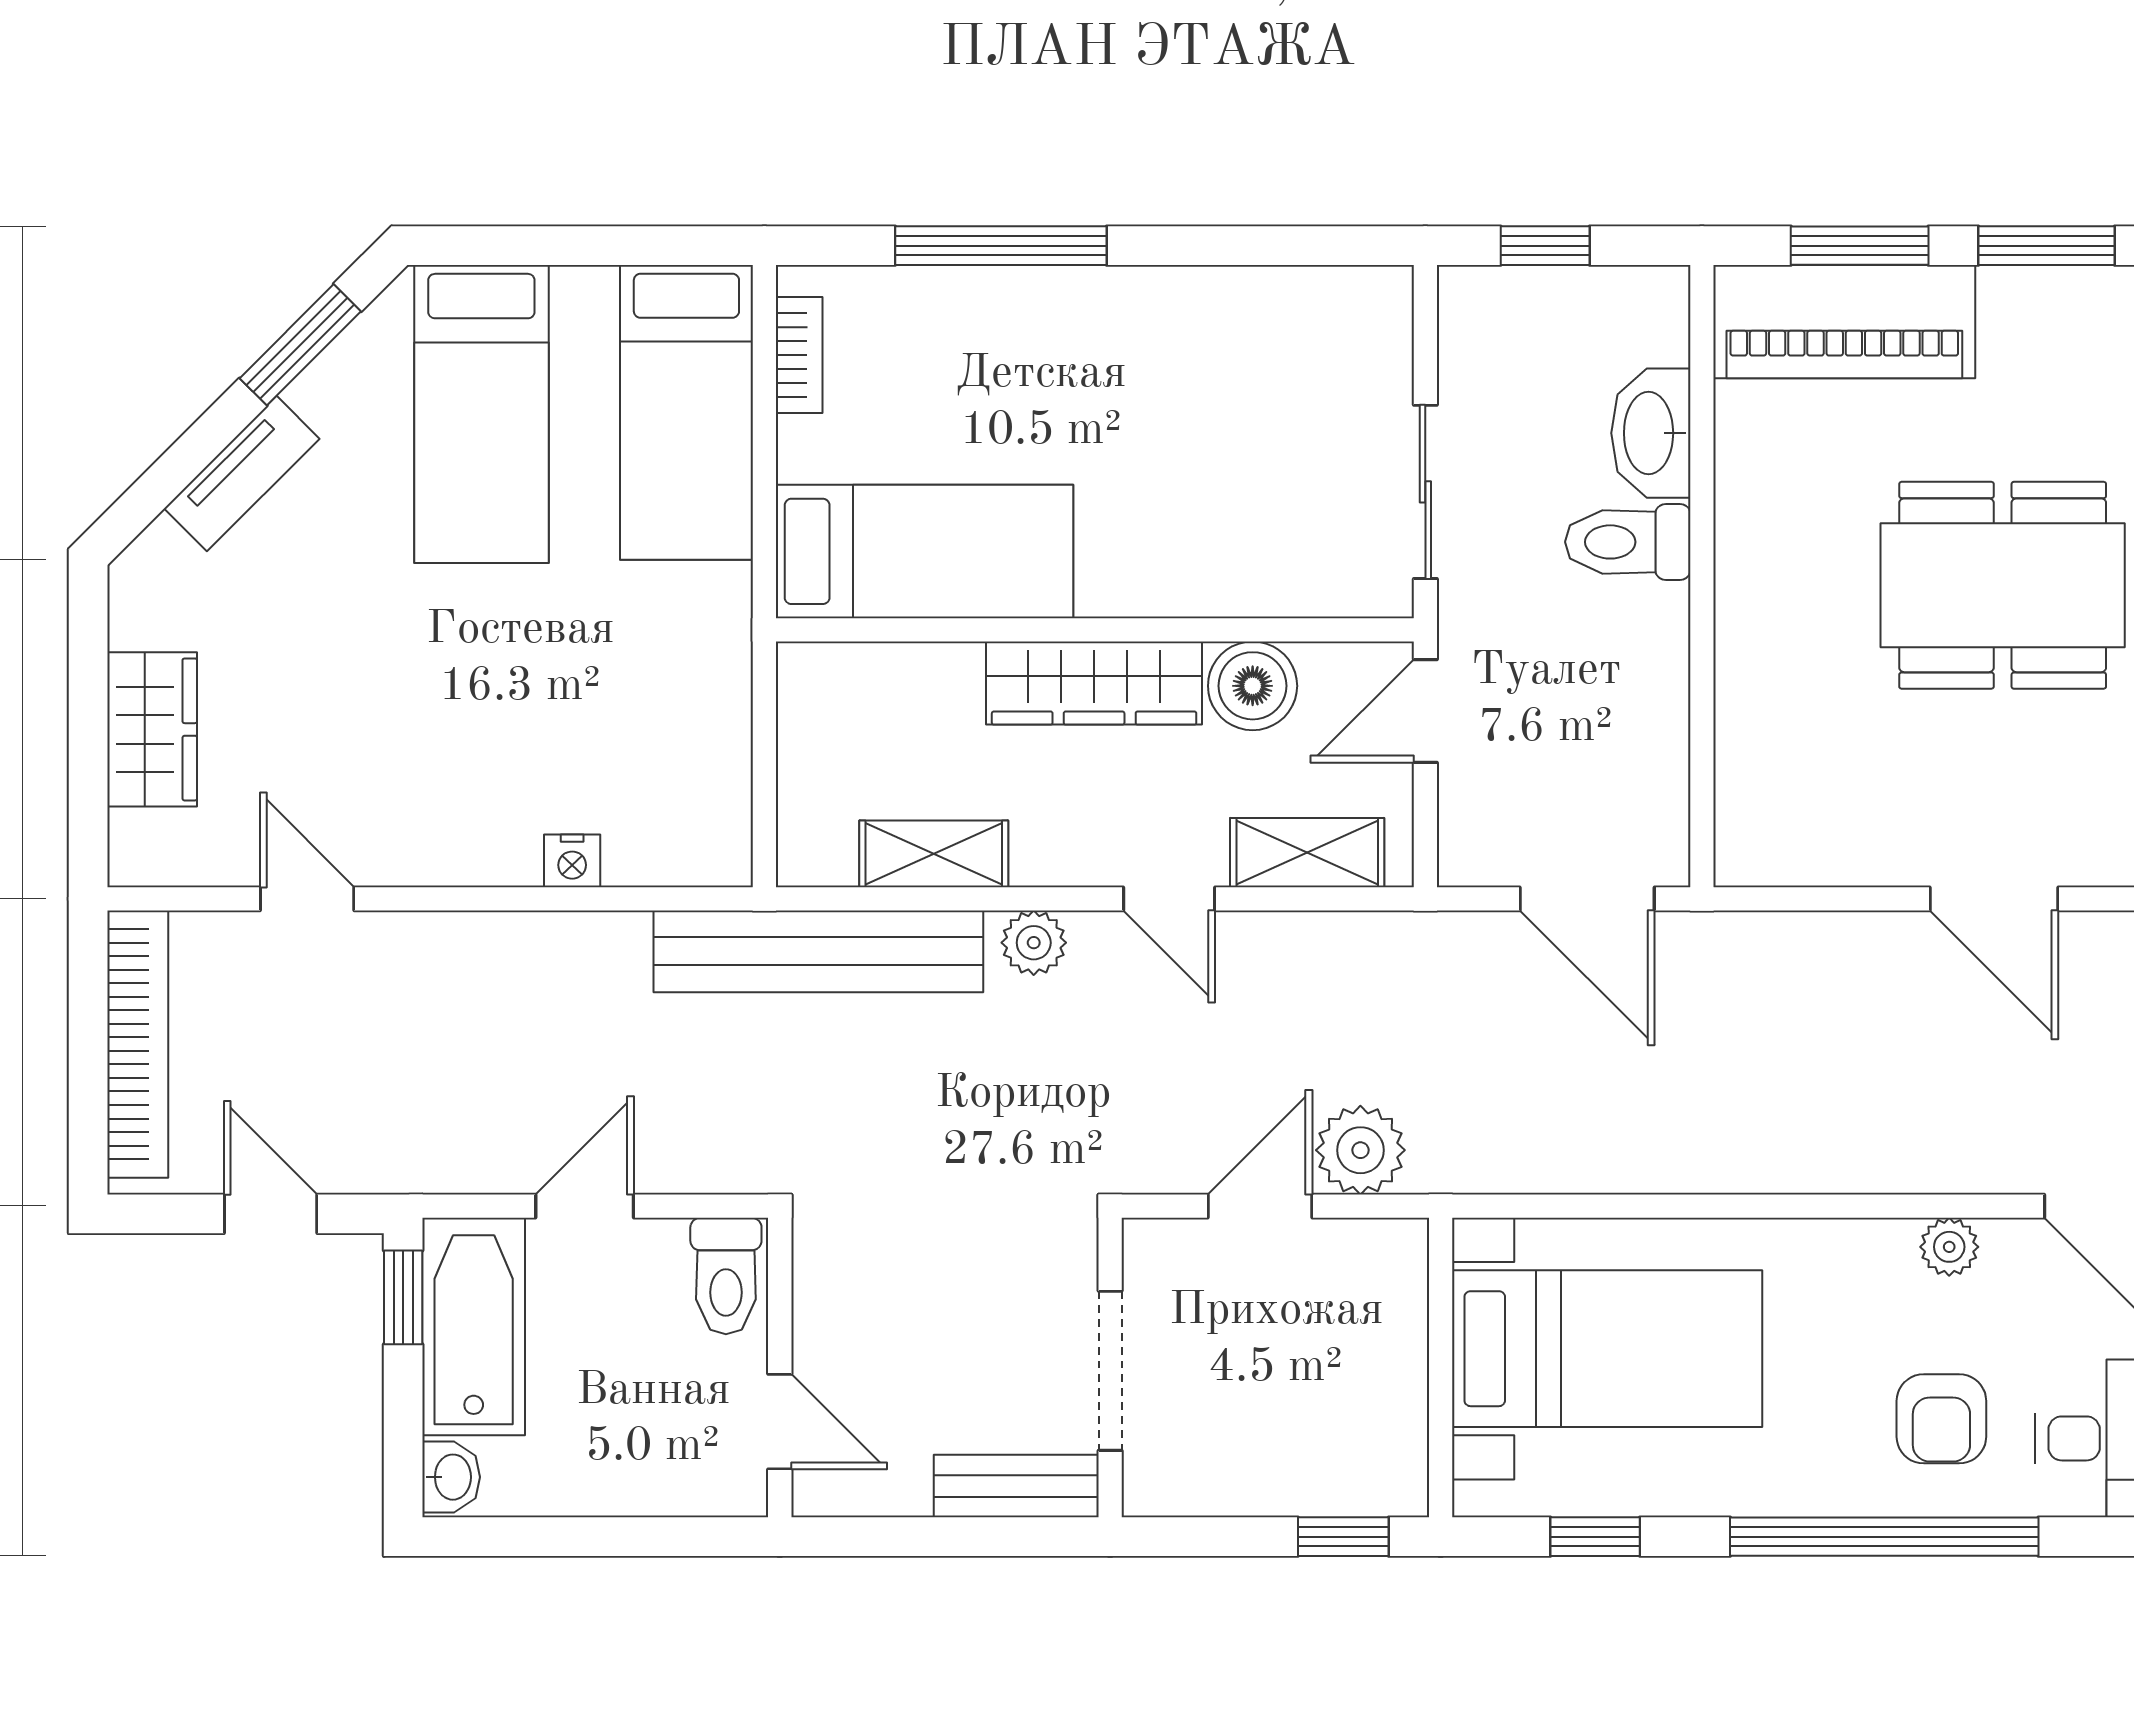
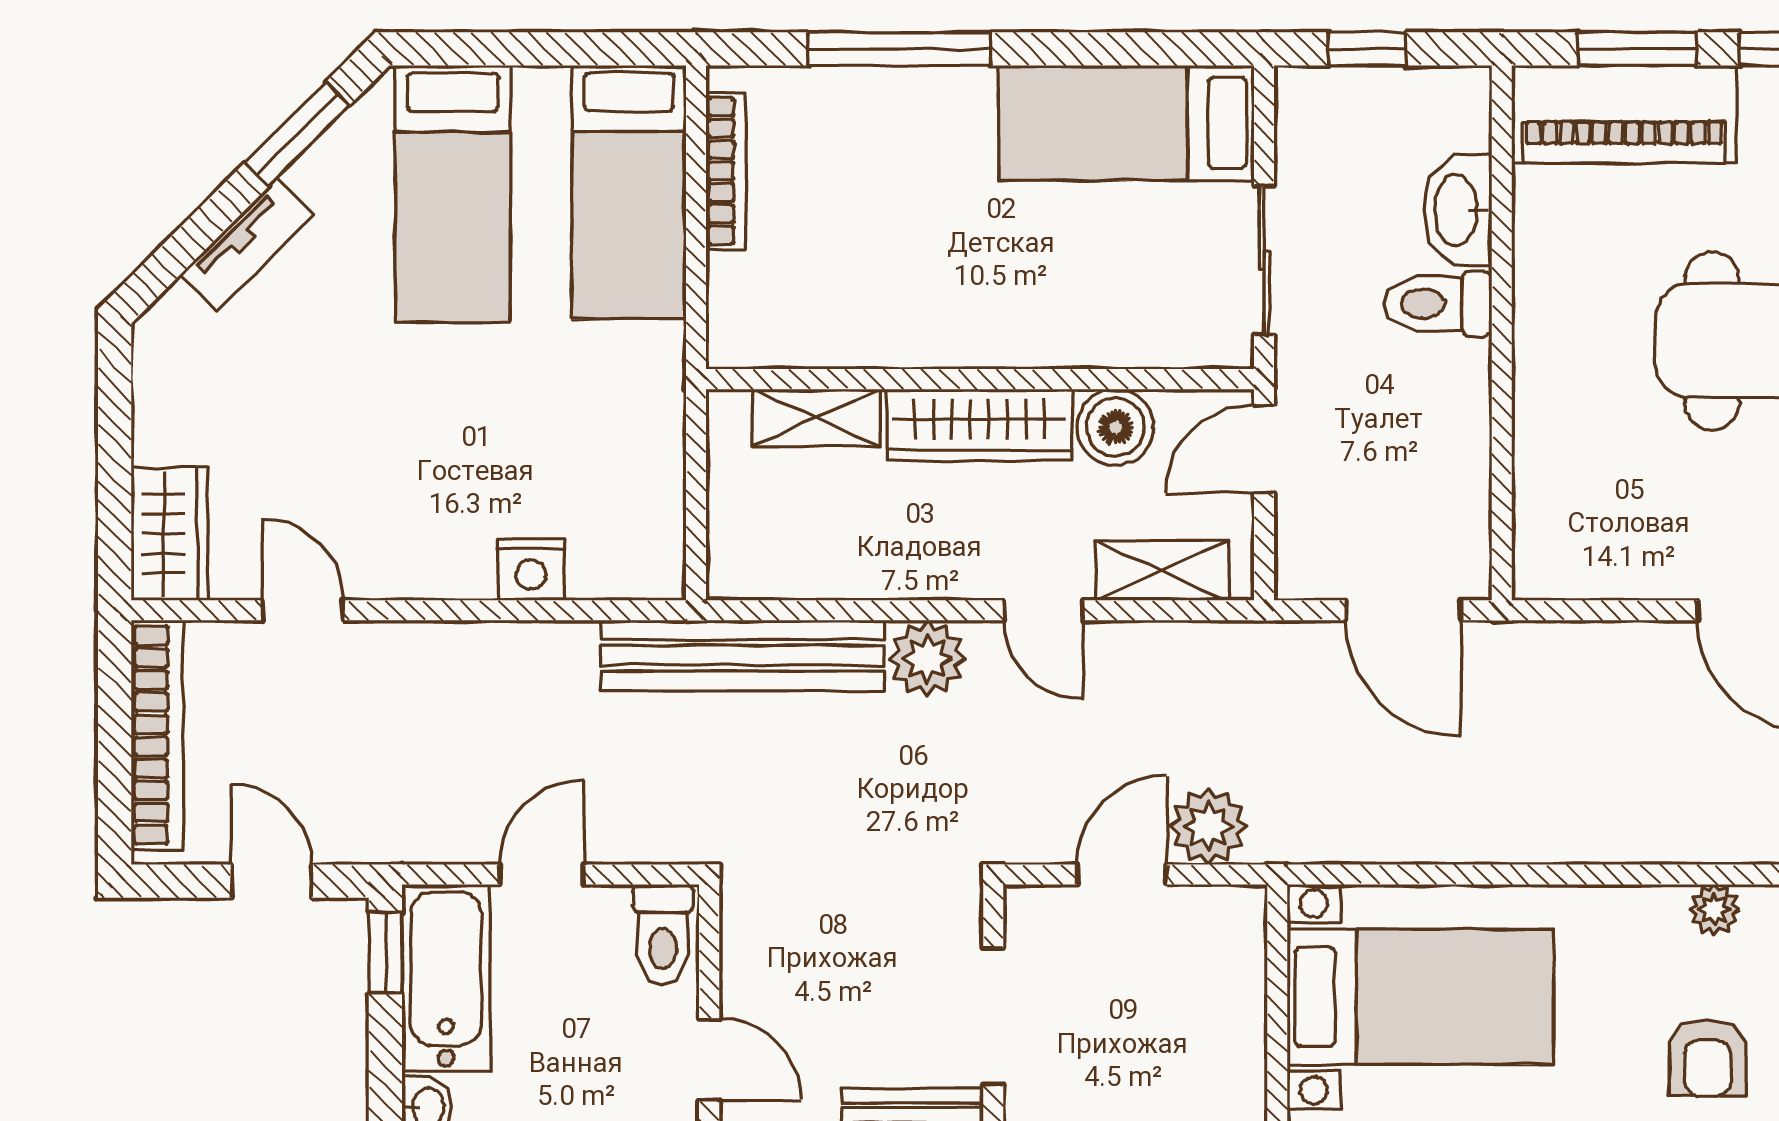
bookcase: (799, 355) -> (726, 171), width x1.56
bed: (924, 551) -> (1126, 123), moved, turned 180
wardrobe: (152, 729) -> (170, 534), moved
shelving: (934, 854) -> (816, 418), moved
nightstand: (572, 861) -> (531, 570), width x1.39, depth x1.35
plant: (1034, 943) -> (927, 658), width x1.38, depth x1.38

